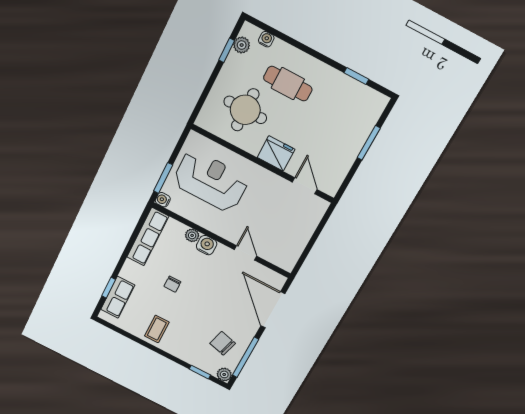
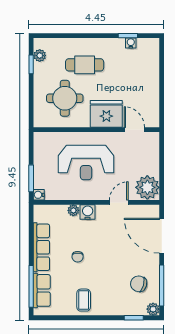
water cooler: (266, 39) -> (131, 43), moved
window: (369, 143) -> (162, 76), removed
fridge: (276, 153) -> (106, 114), width x1.36, depth x1.34
reception desk: (211, 181) -> (86, 163), moved, turned 180
row of seats: (148, 237) -> (41, 247), moved
door: (246, 253) -> (119, 202), hinge flipped
plant: (285, 254) -> (147, 187), added
window: (109, 288) -> (31, 286), width x2.17

